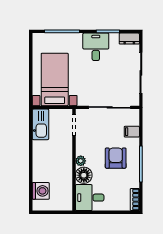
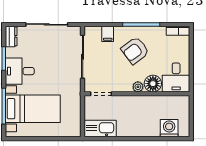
bed with nightstands: (55, 79) -> (33, 109), moved, turned 180
armchair: (116, 158) -> (135, 51), turned -37

